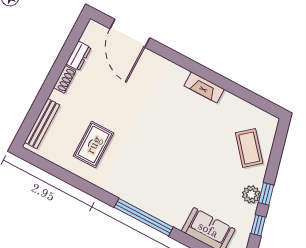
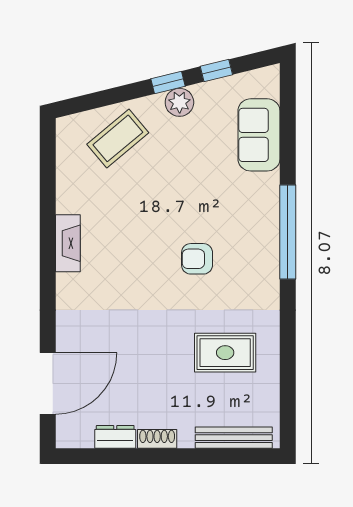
armchair: (156, 157) -> (197, 259), added

